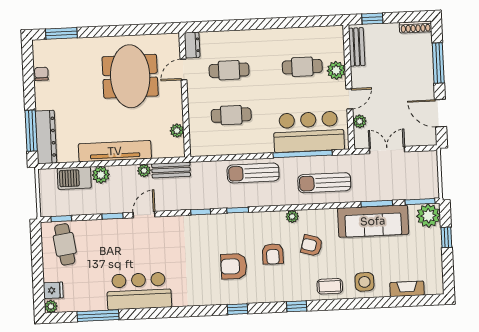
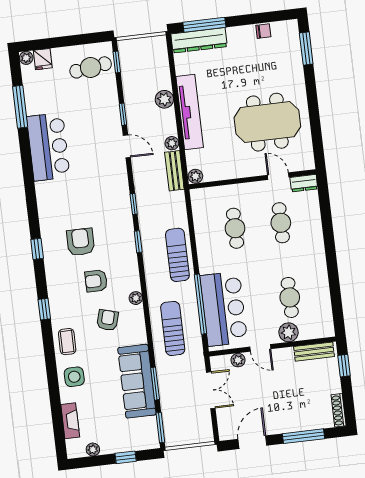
plant: (177, 131) -> (195, 176), moved
barbecue: (74, 178) -> (159, 72), removed
plant: (428, 216) -> (93, 449), moved, width x0.53, depth x0.53

